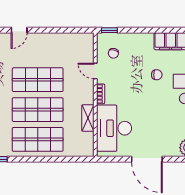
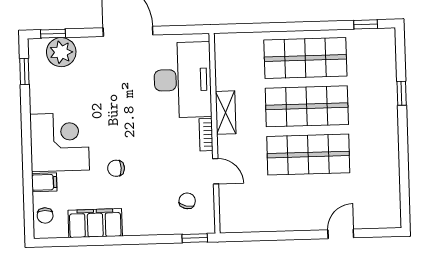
shelving: (88, 118) -> (226, 113), moved

